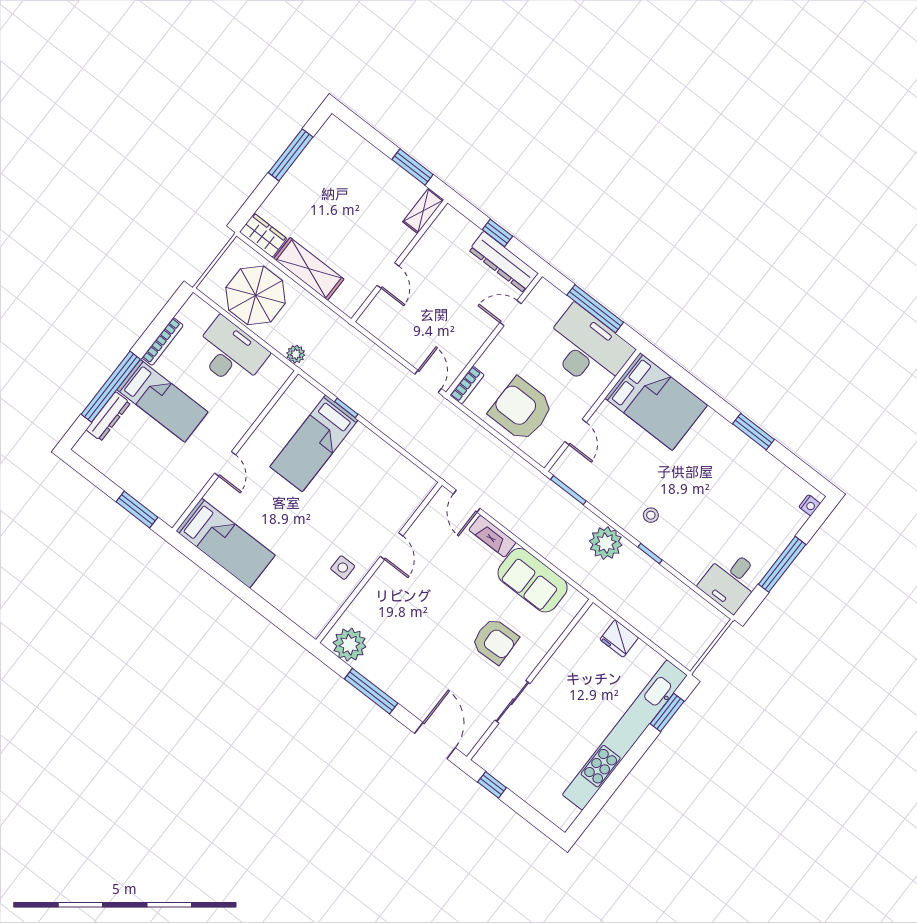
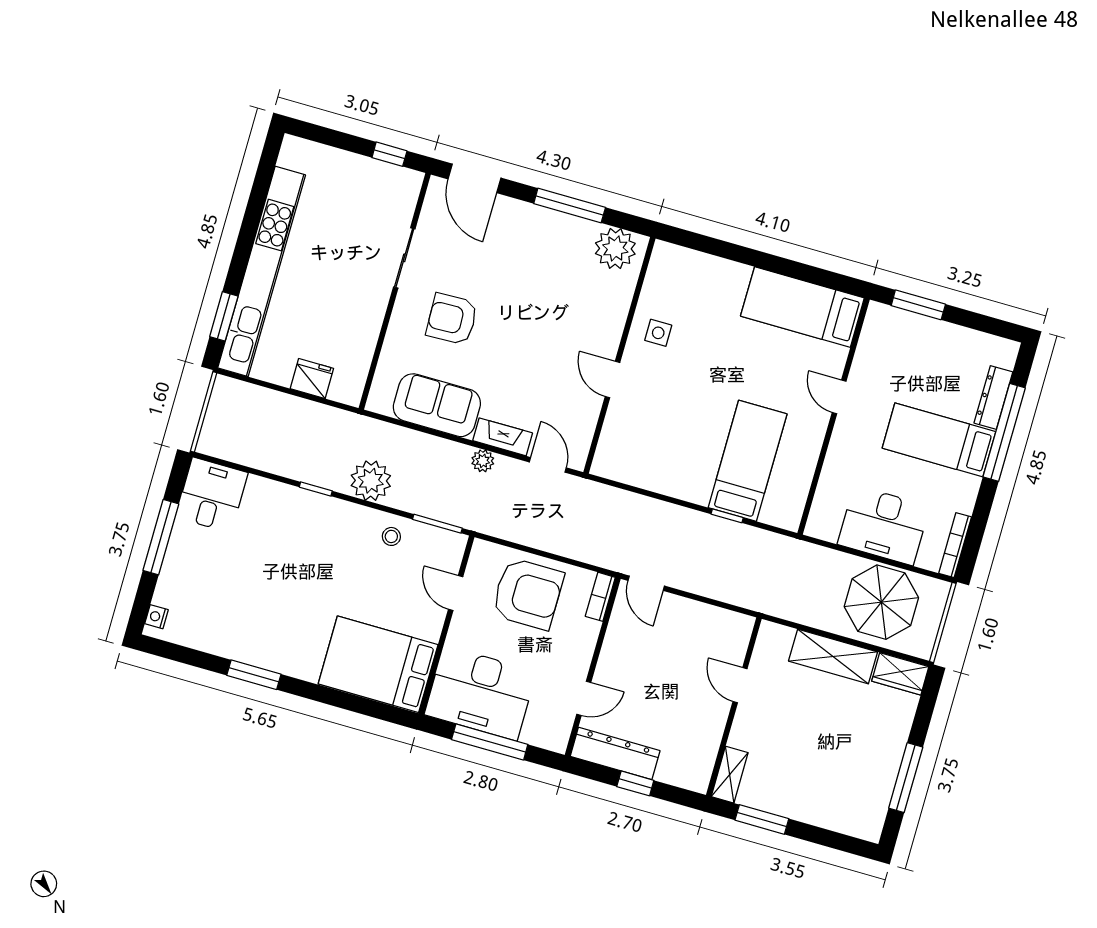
bookcase: (163, 342) -> (955, 545), moved
plant: (296, 354) -> (483, 461), moved
stool: (651, 515) -> (391, 536), moved

